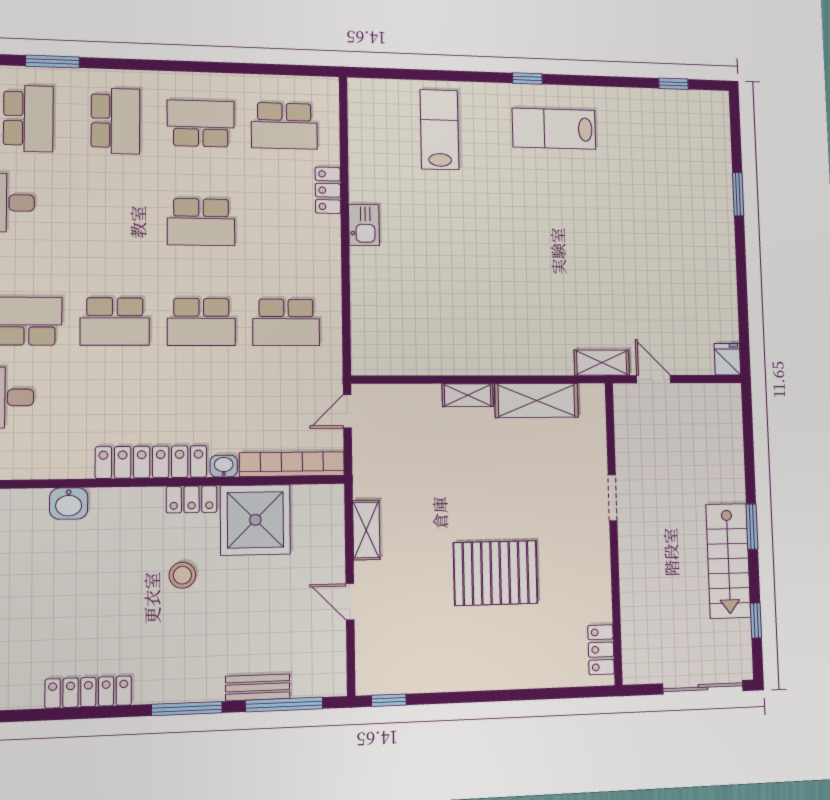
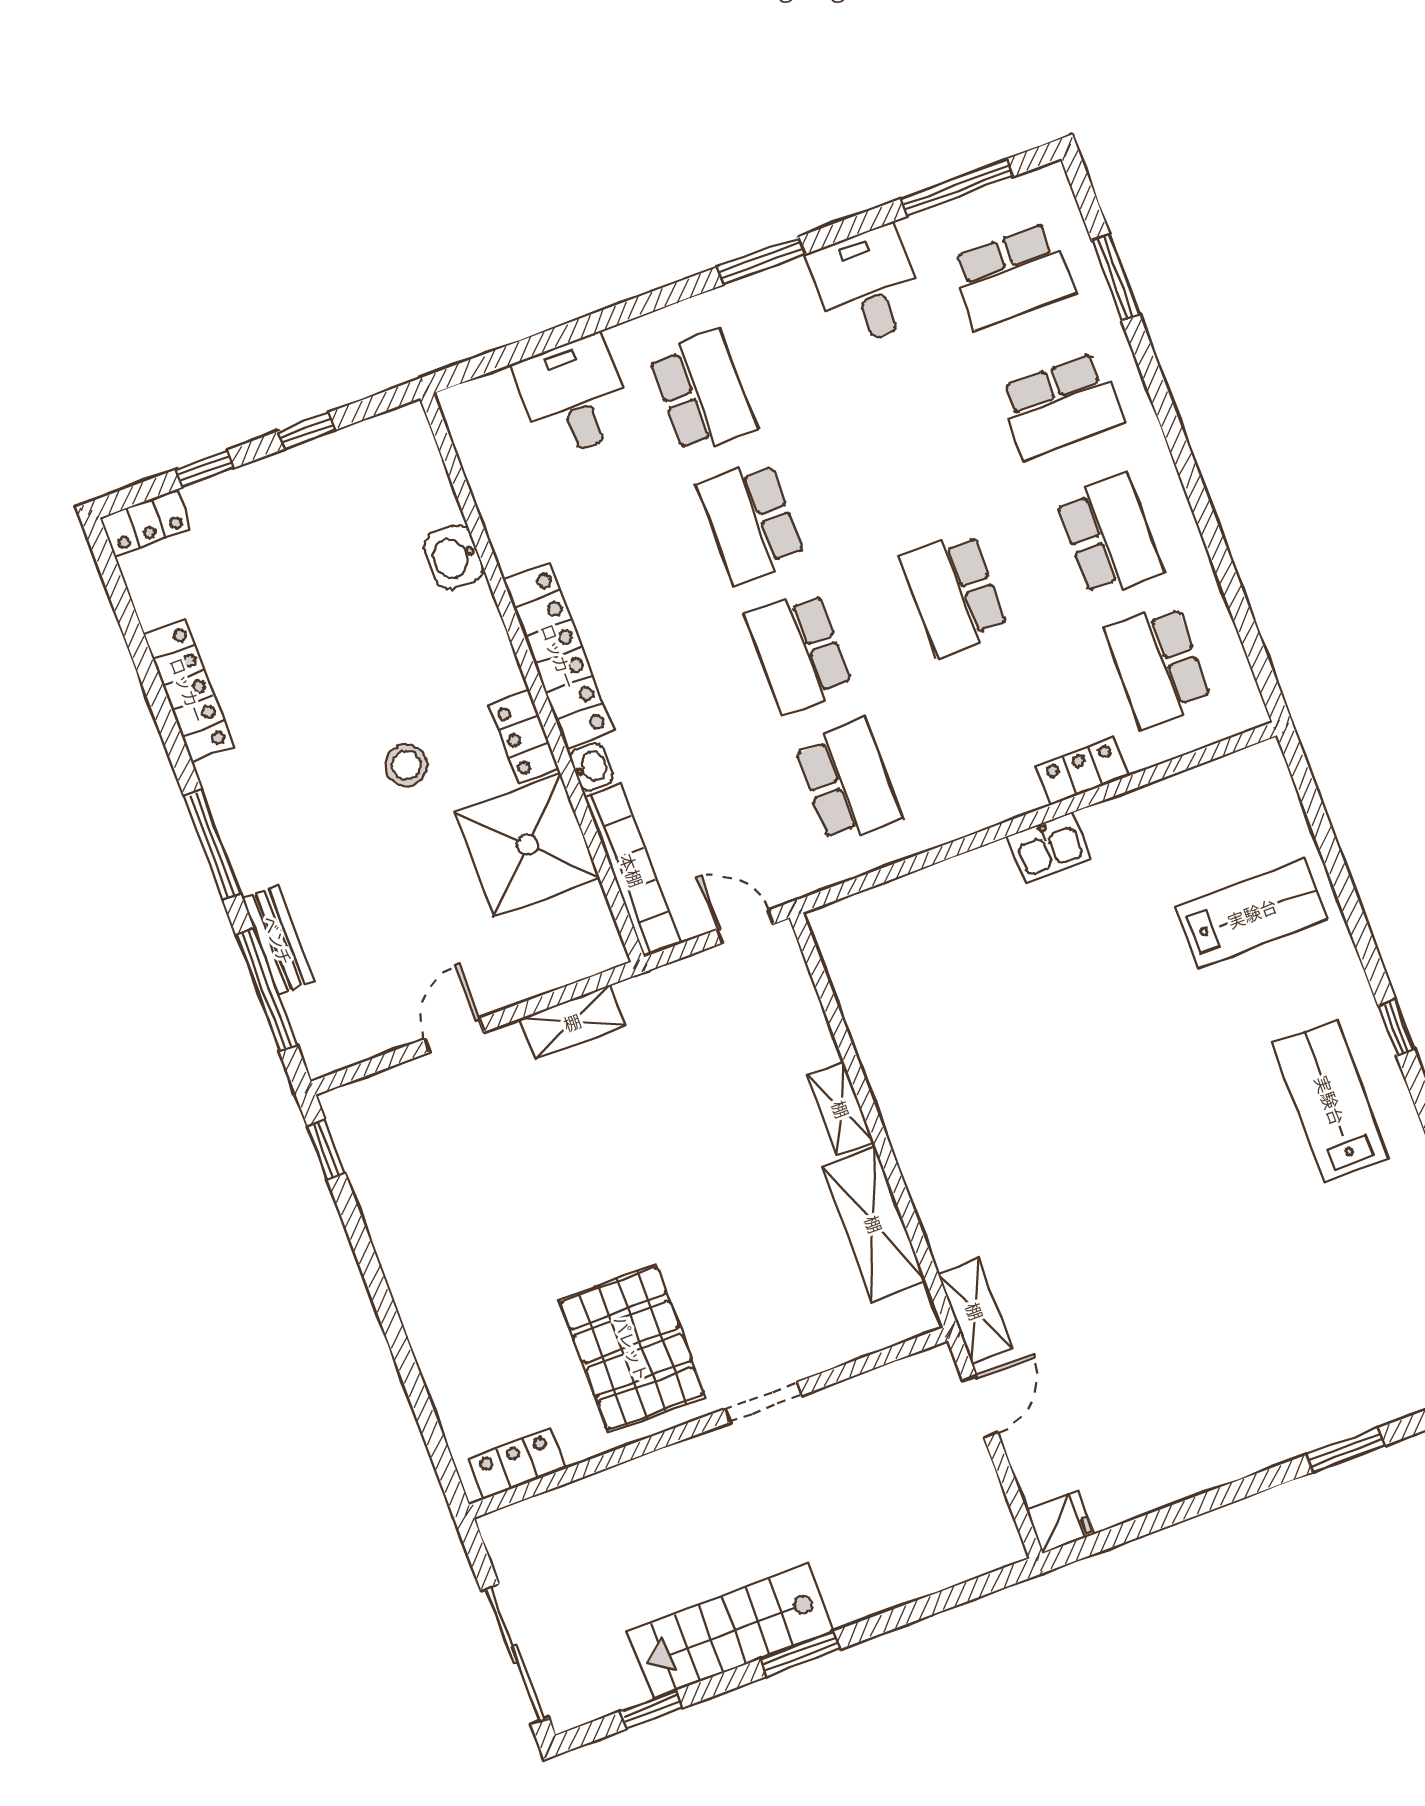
school desk: (286, 322) -> (848, 782), turned 180
pallet: (496, 573) -> (632, 1348), moved

